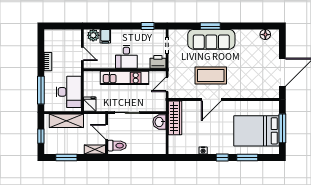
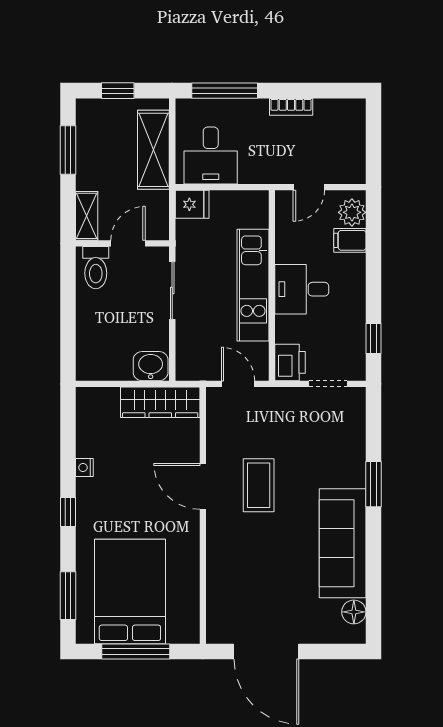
sofa: (211, 39) -> (343, 543), moved
coffee table: (211, 75) -> (259, 485), width x0.73, depth x0.76
desk: (69, 92) -> (211, 156), width x0.73
window: (247, 158) -> (68, 596), moved

